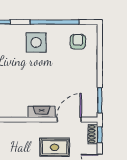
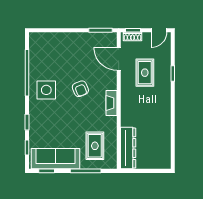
armchair: (78, 42) -> (80, 89), moved, turned -112
fireplace: (42, 112) -> (111, 103), moved

